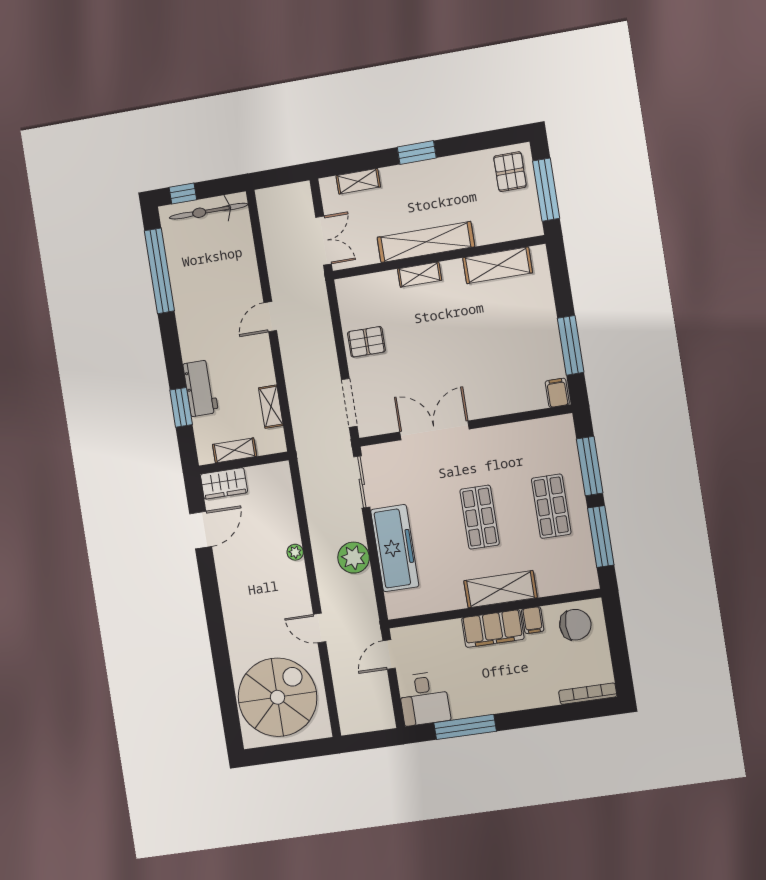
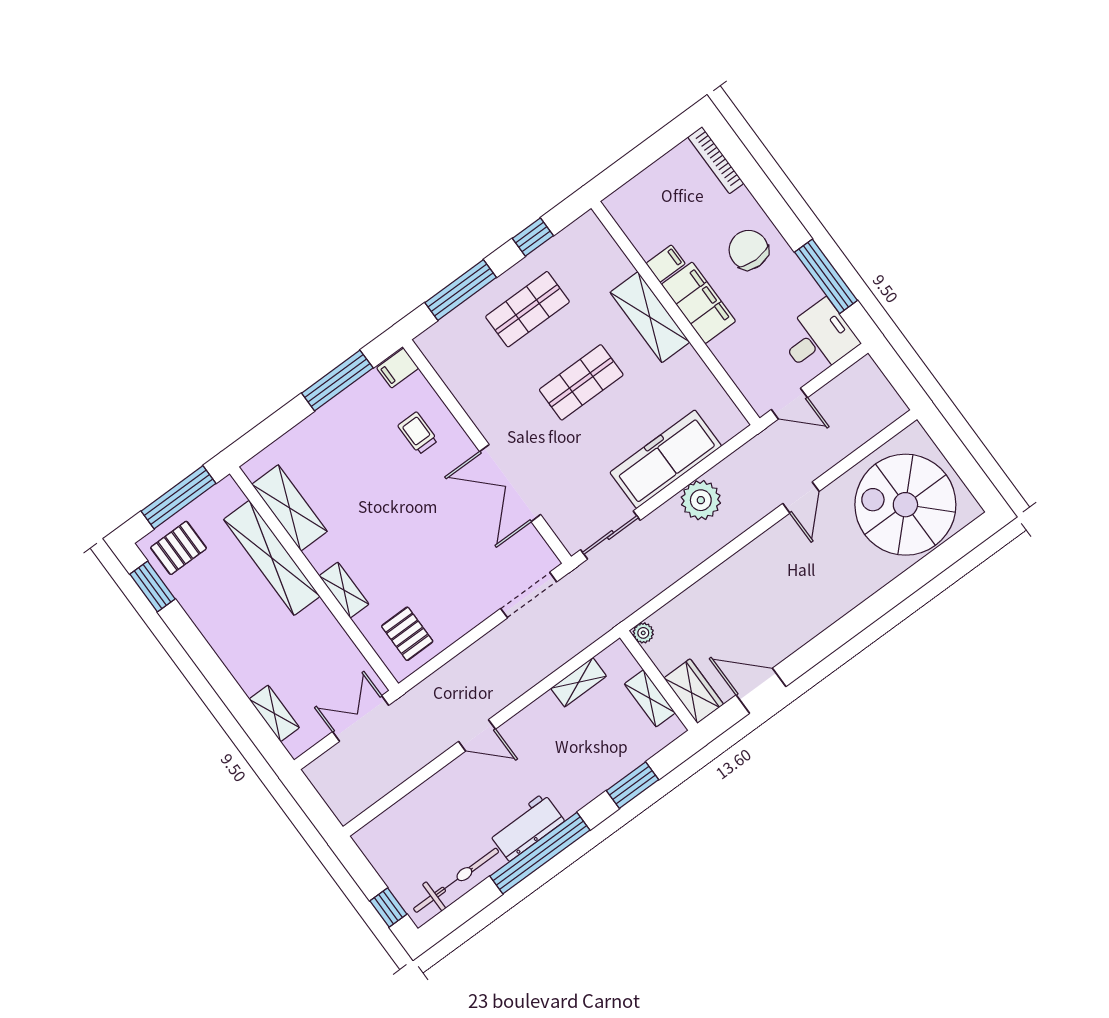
window: (417, 153) -> (153, 586), moved
bicycle: (209, 211) -> (456, 880), moved, turned -90
shelving: (426, 242) -> (272, 558), moved
window: (159, 271) -> (540, 853), moved
pallet: (366, 342) -> (407, 634), moved
trolley: (504, 383) -> (418, 433), added
workbench: (201, 388) -> (527, 827), moved
window: (601, 537) -> (533, 237), width x0.46
plant: (295, 552) -> (643, 633), moved
chair: (575, 625) -> (749, 250), moved

